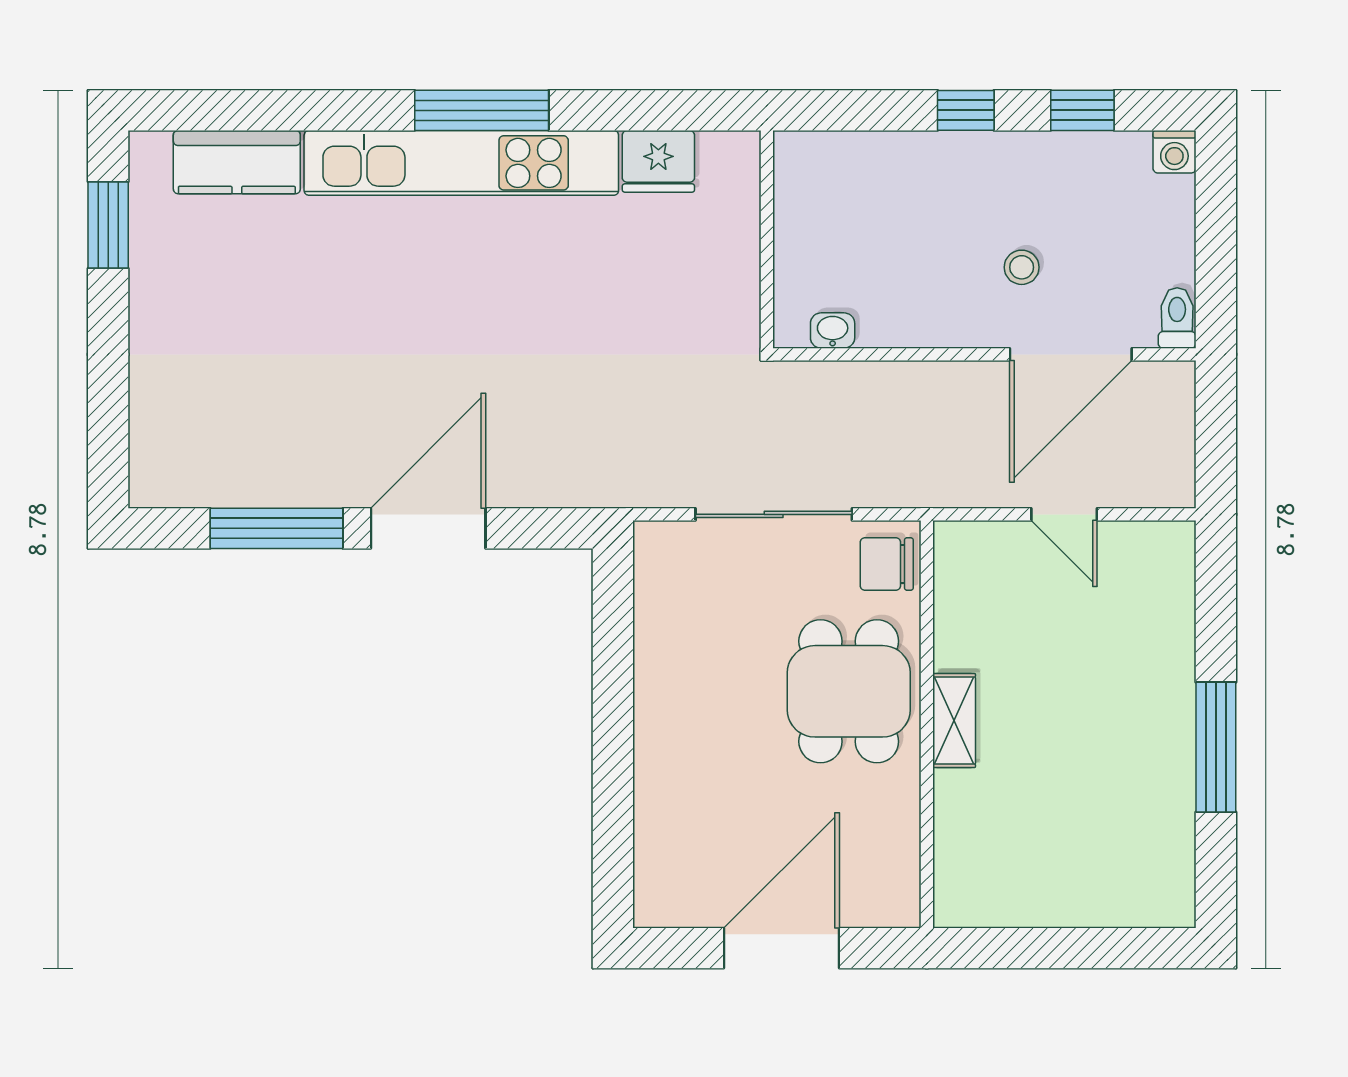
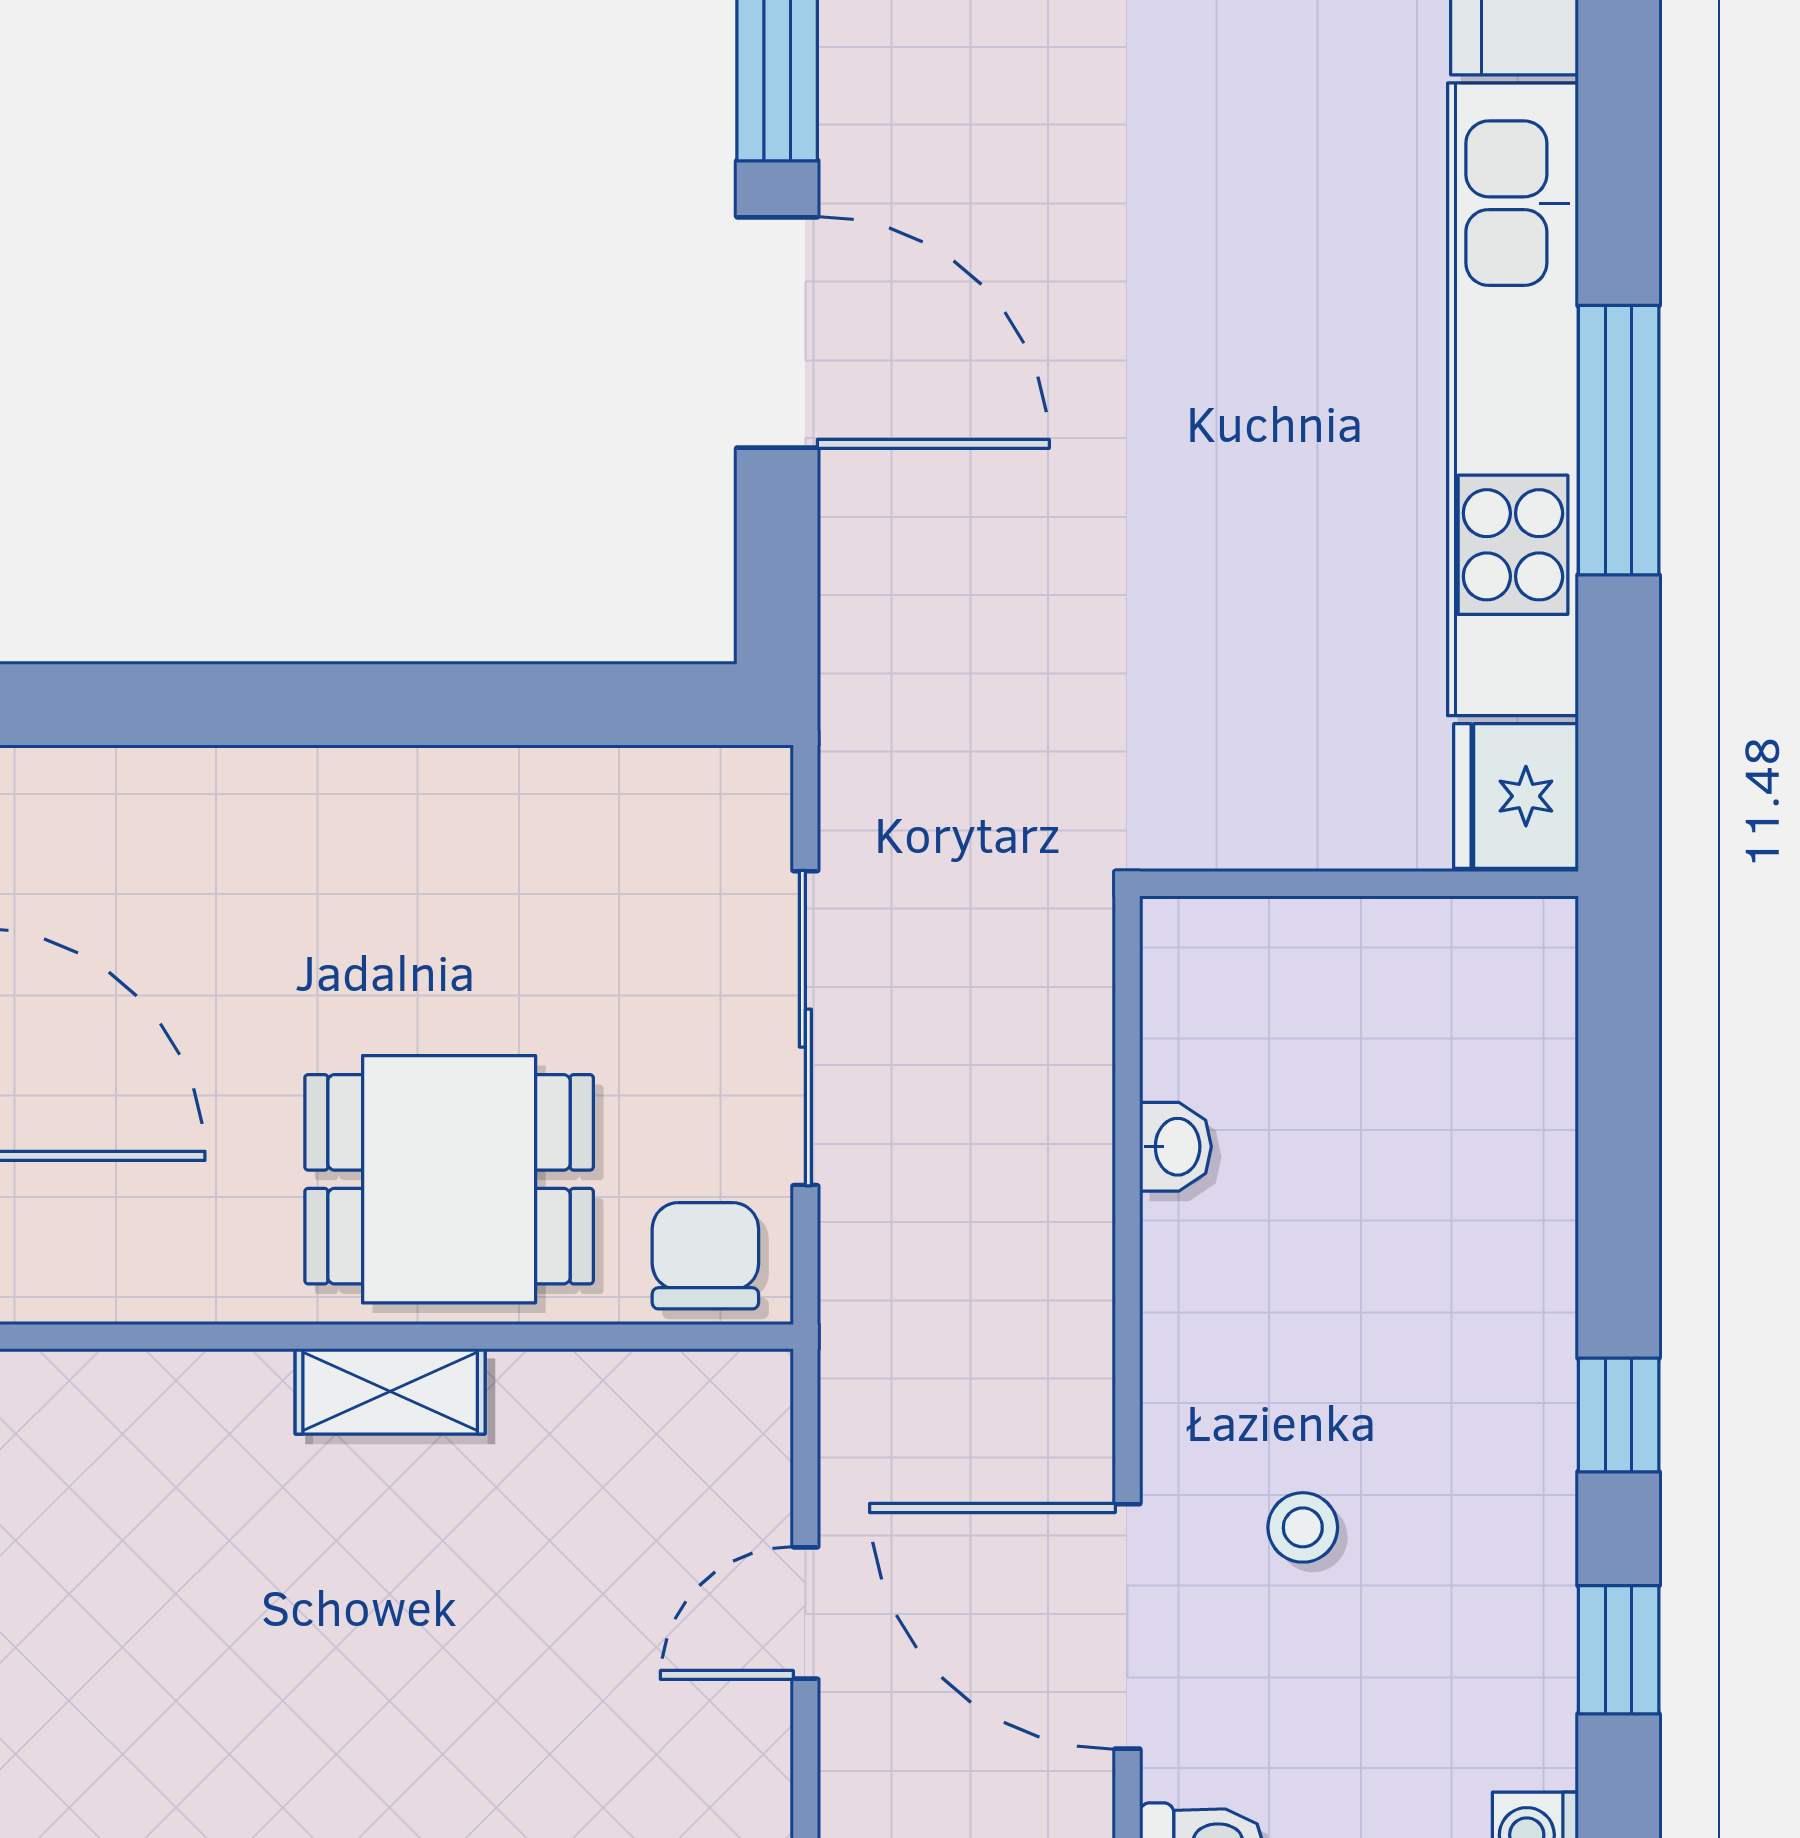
wall: (767, 239) -> (1359, 884), moved

